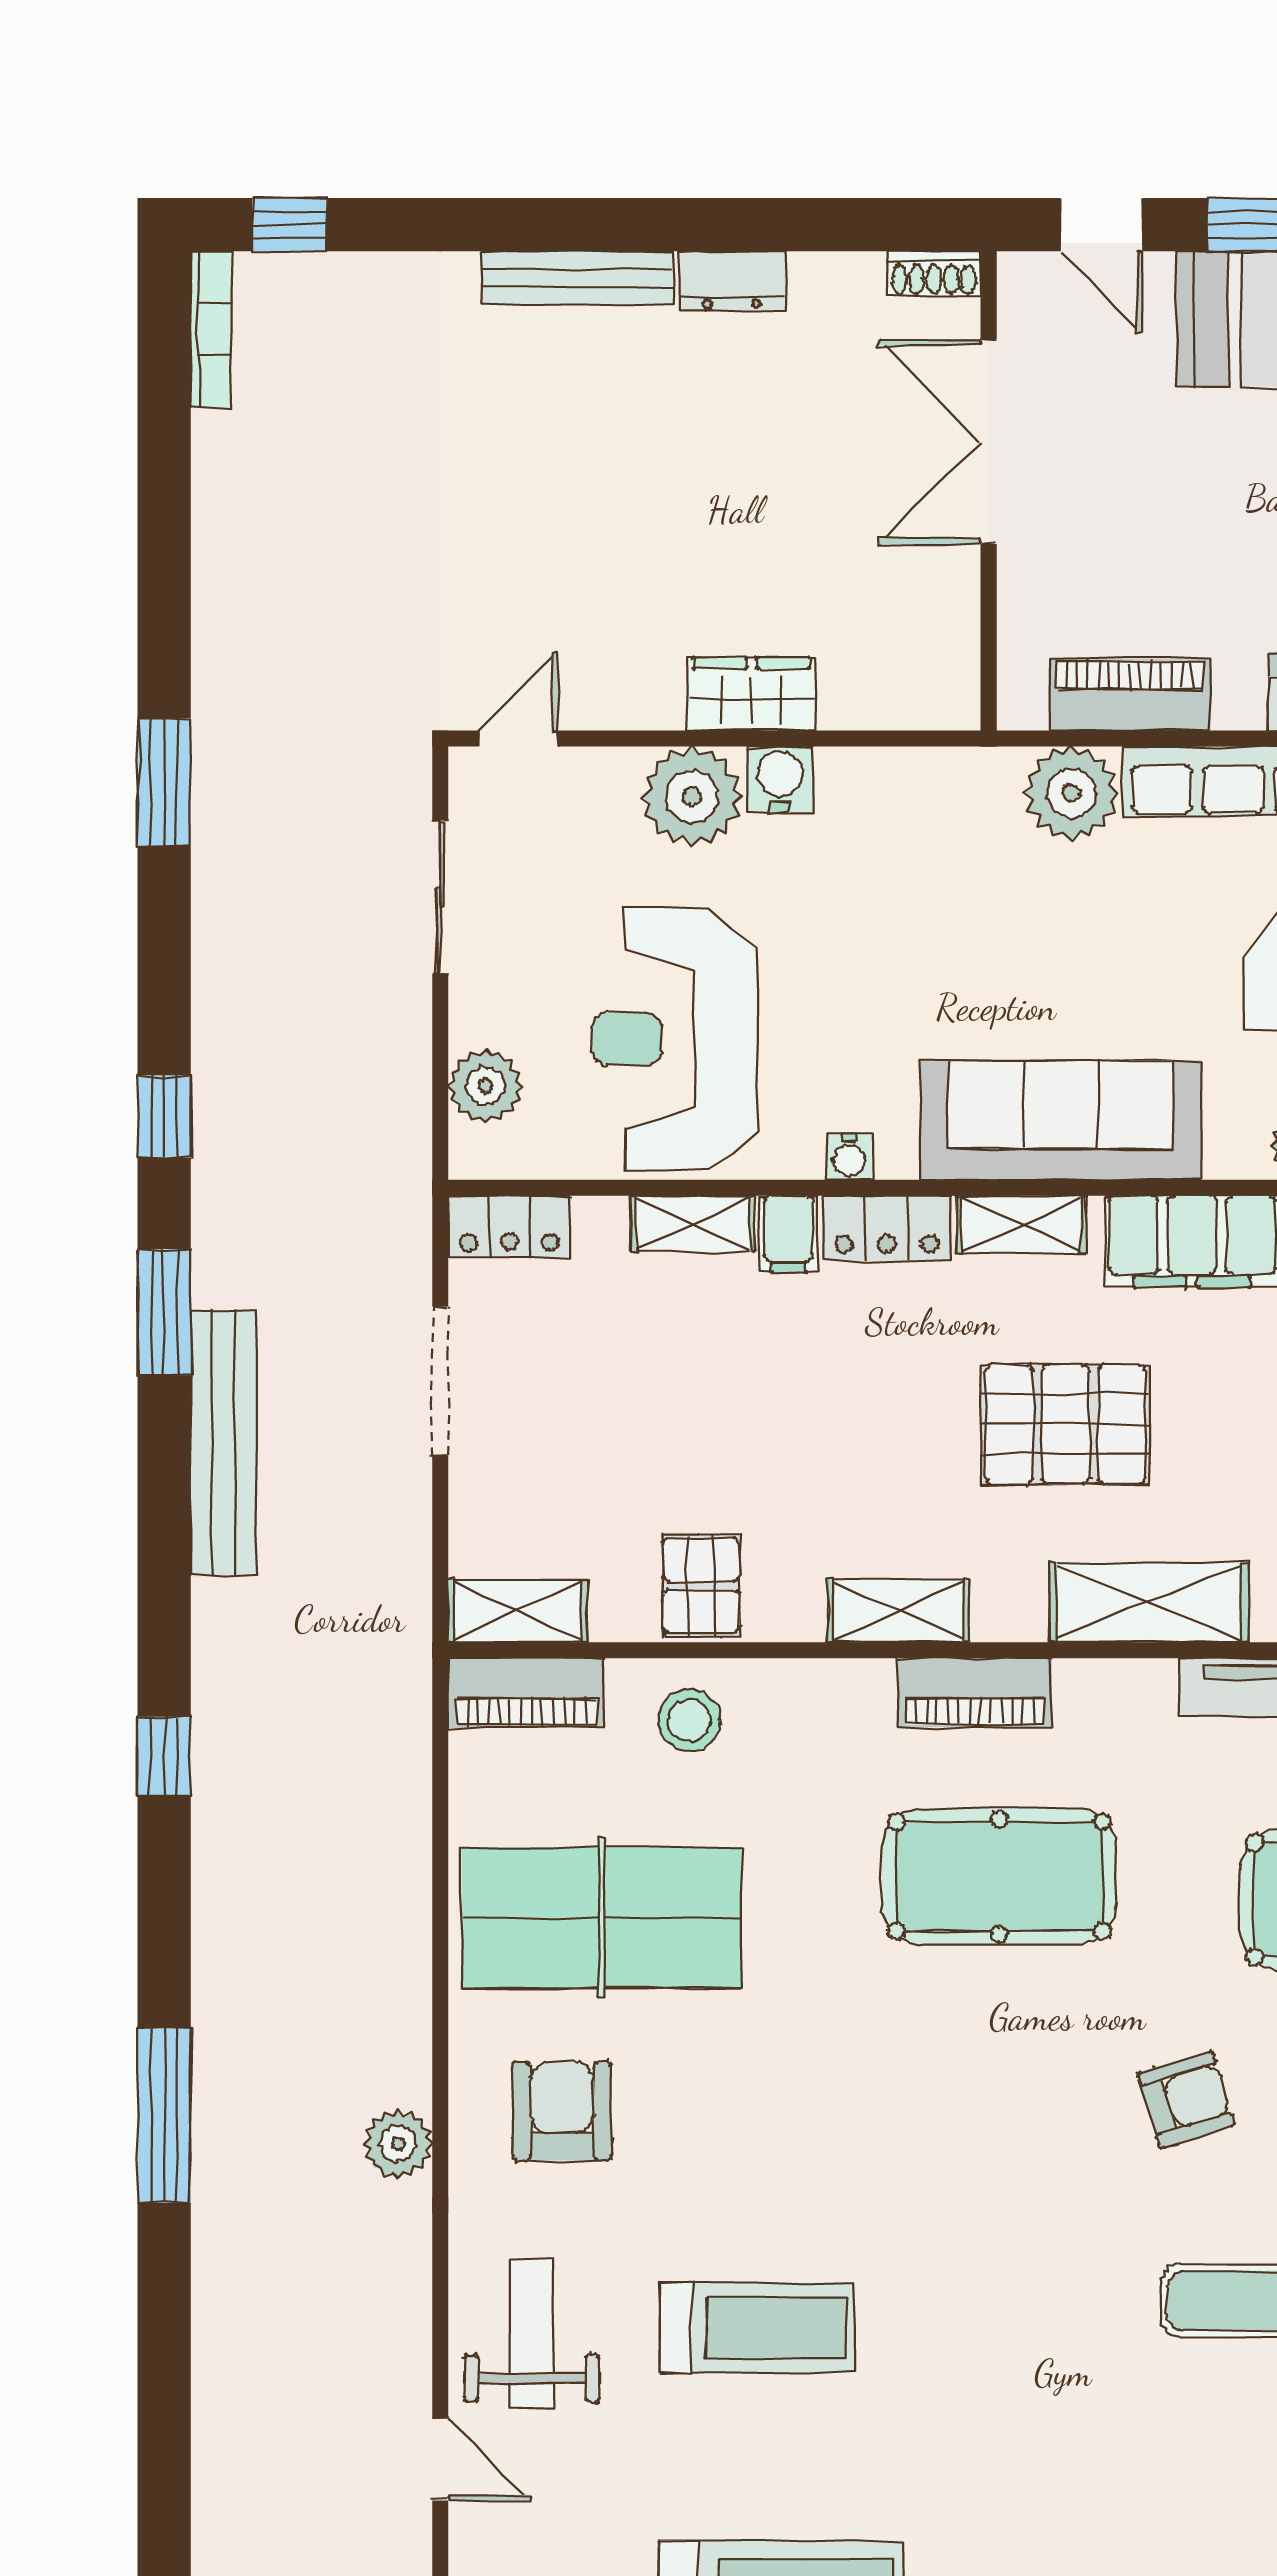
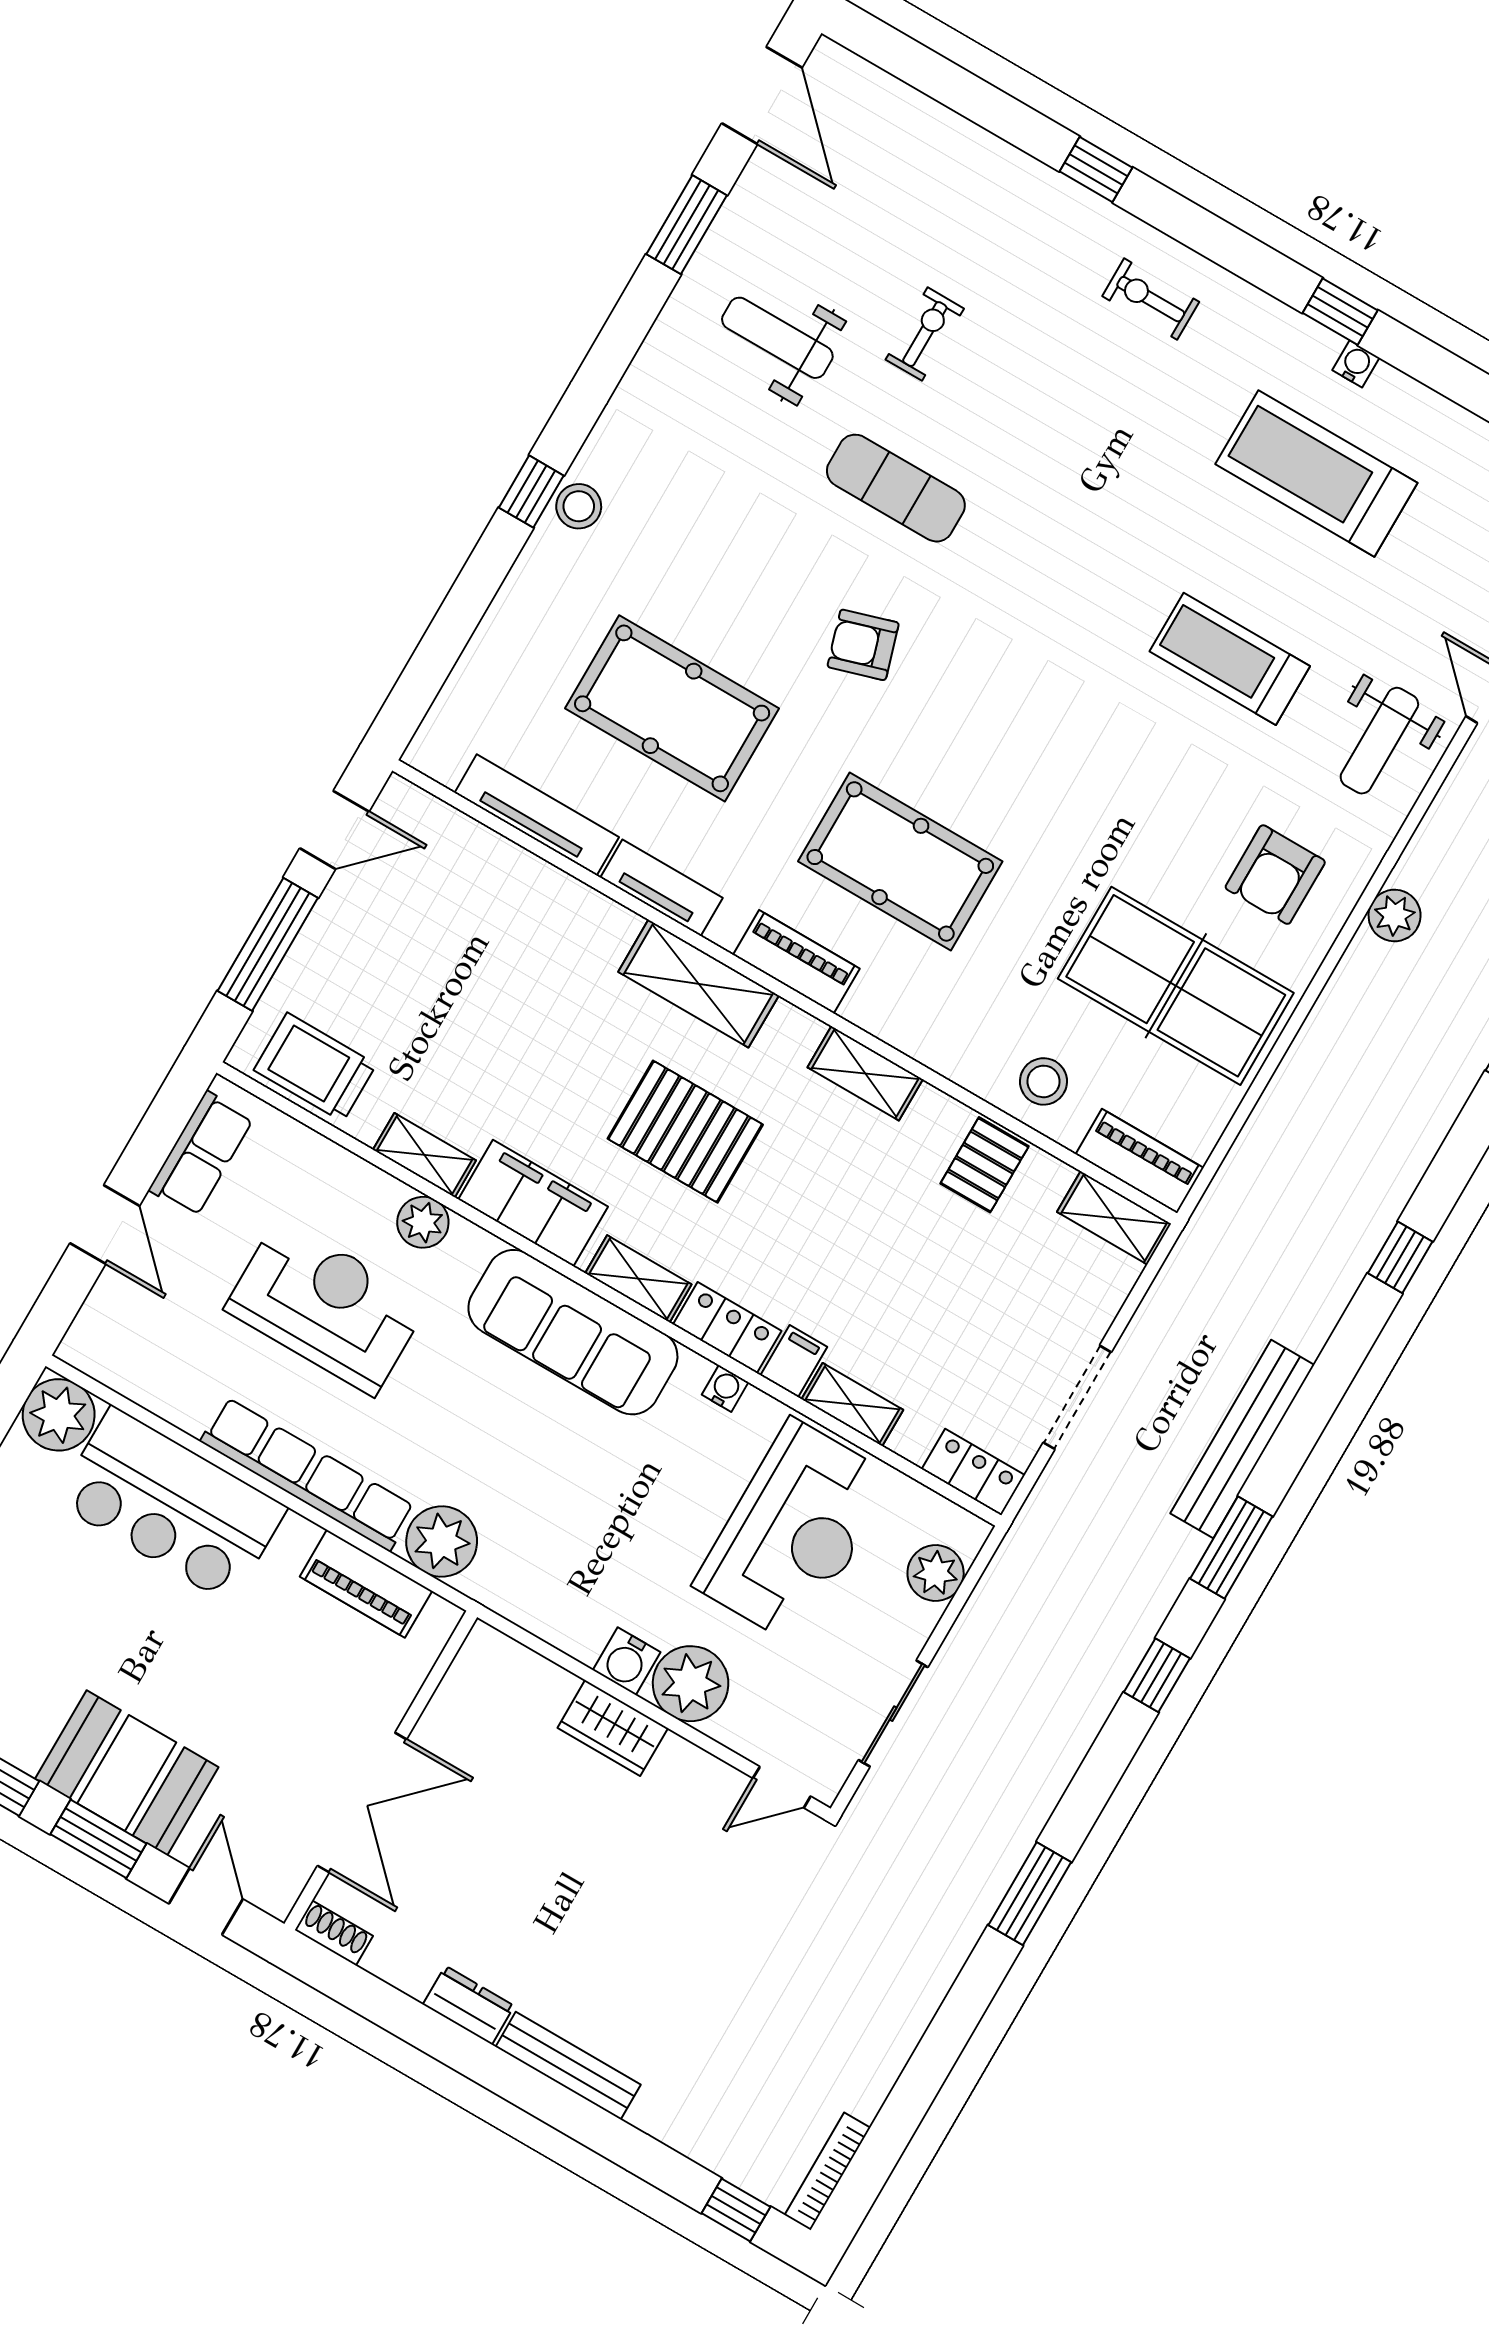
piano: (975, 1693) -> (796, 962), moved

